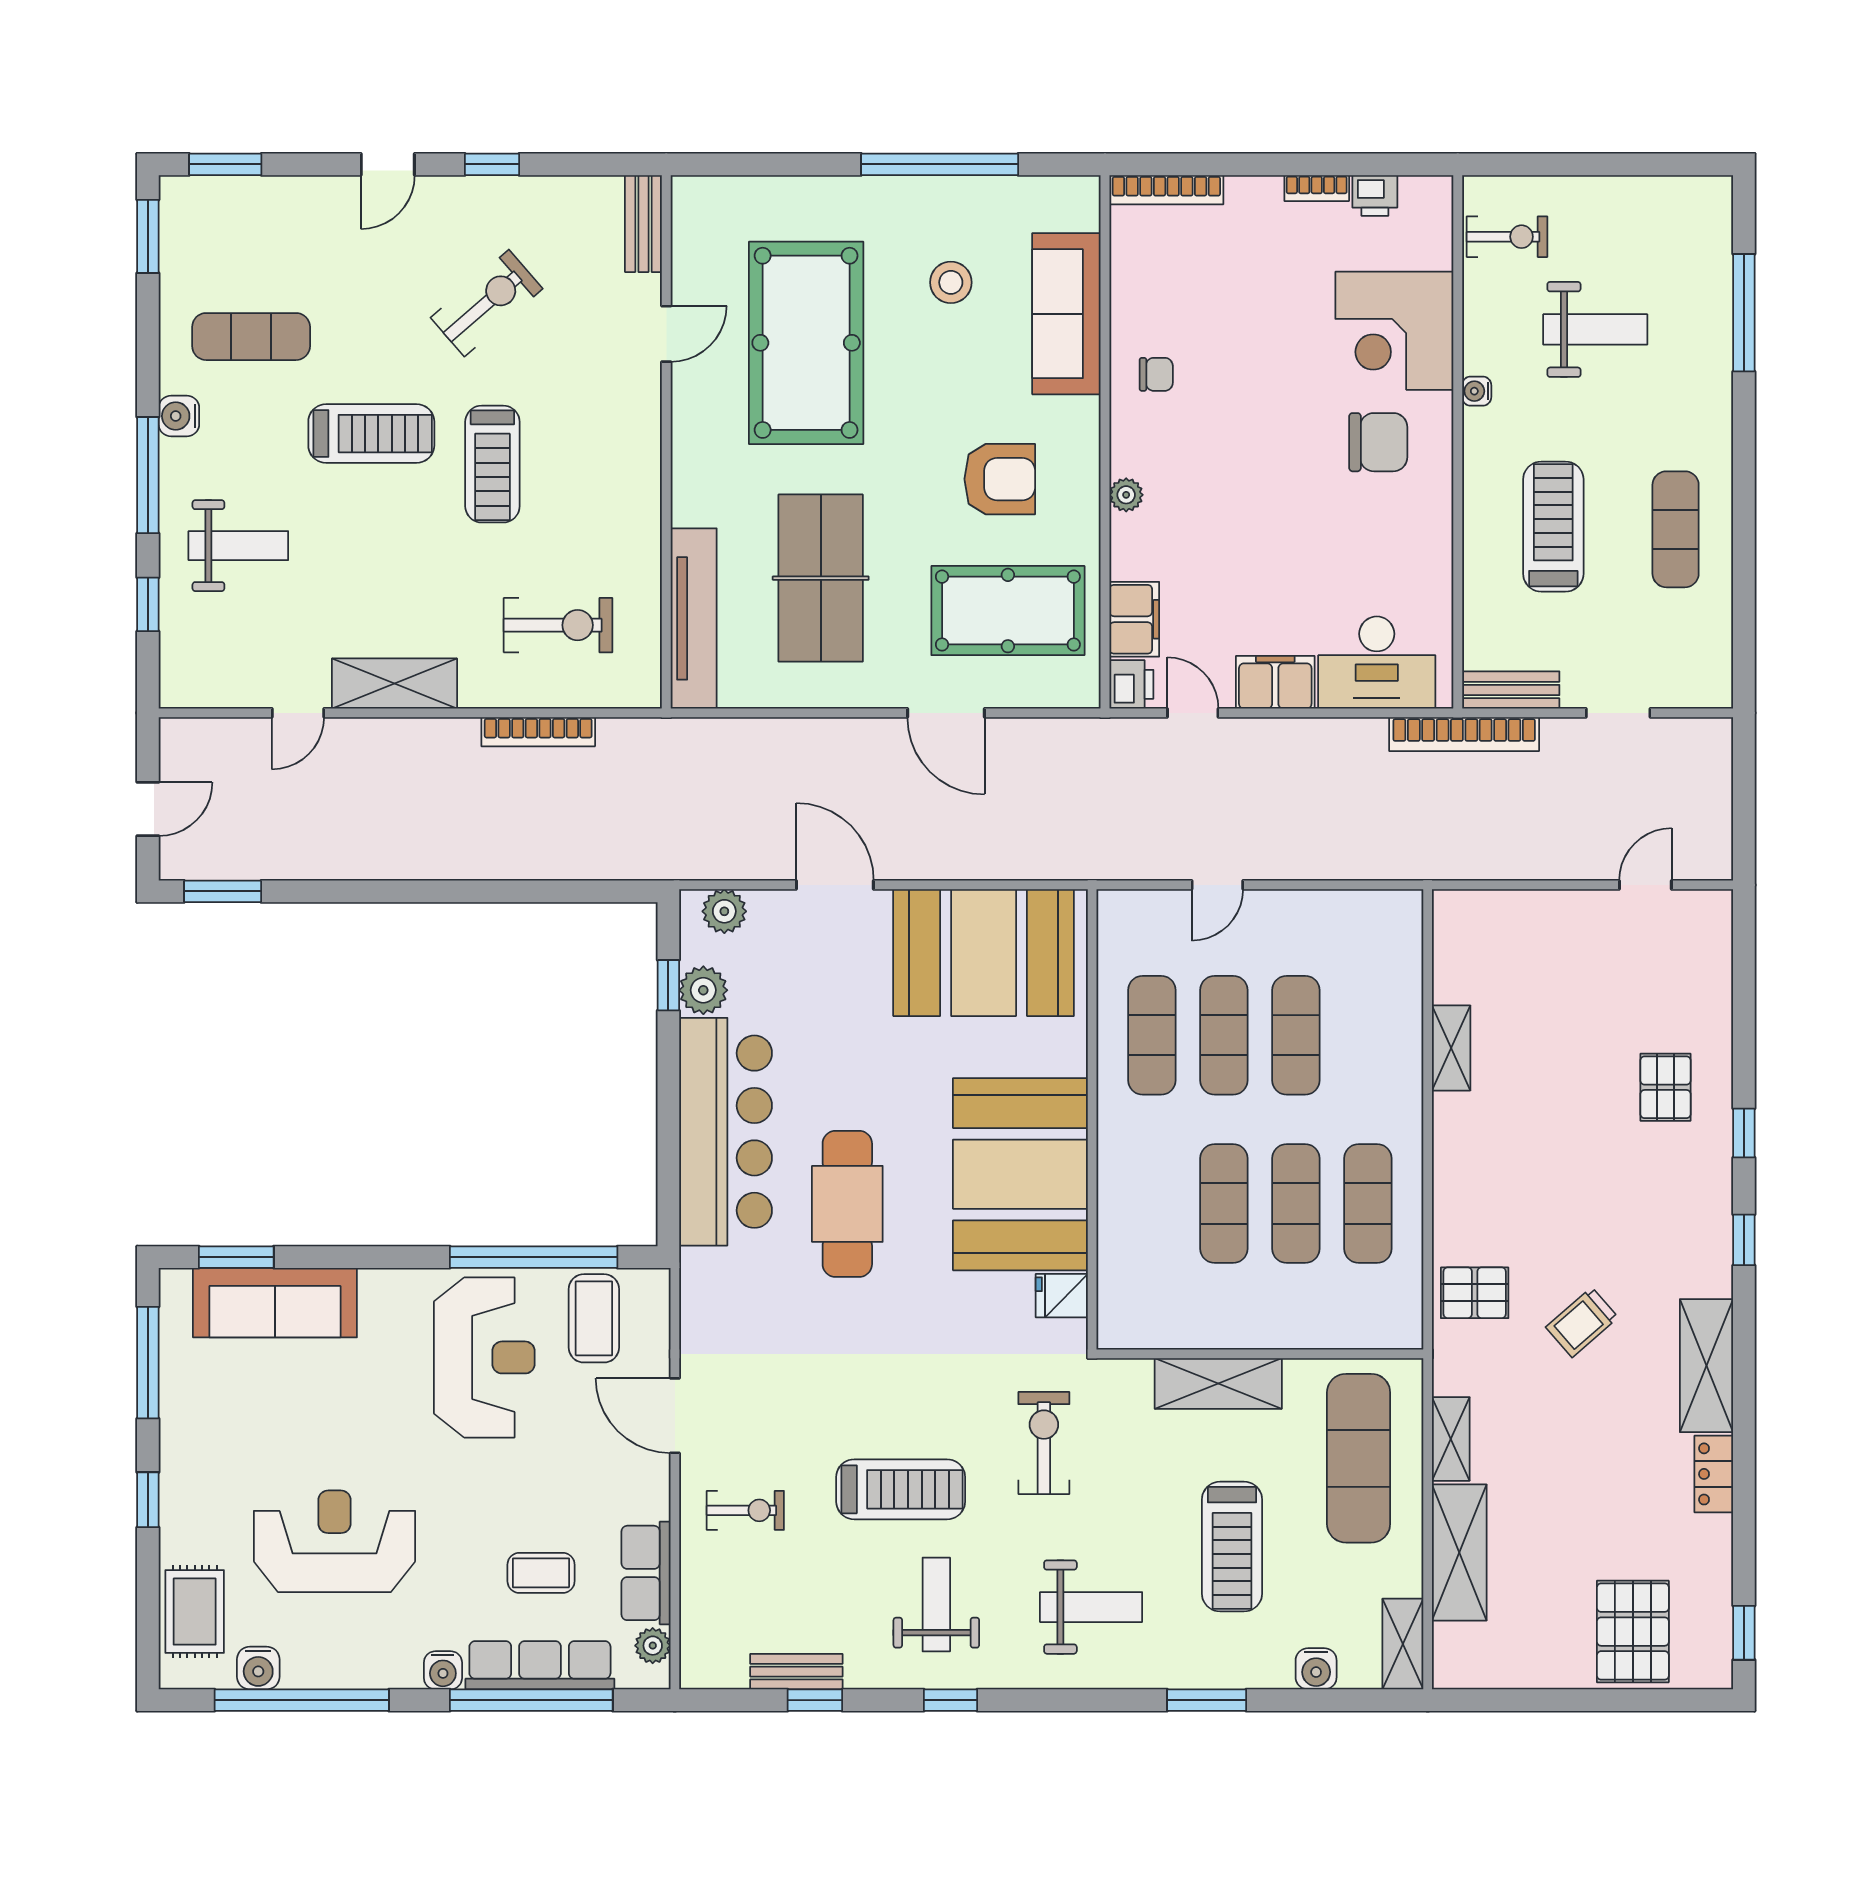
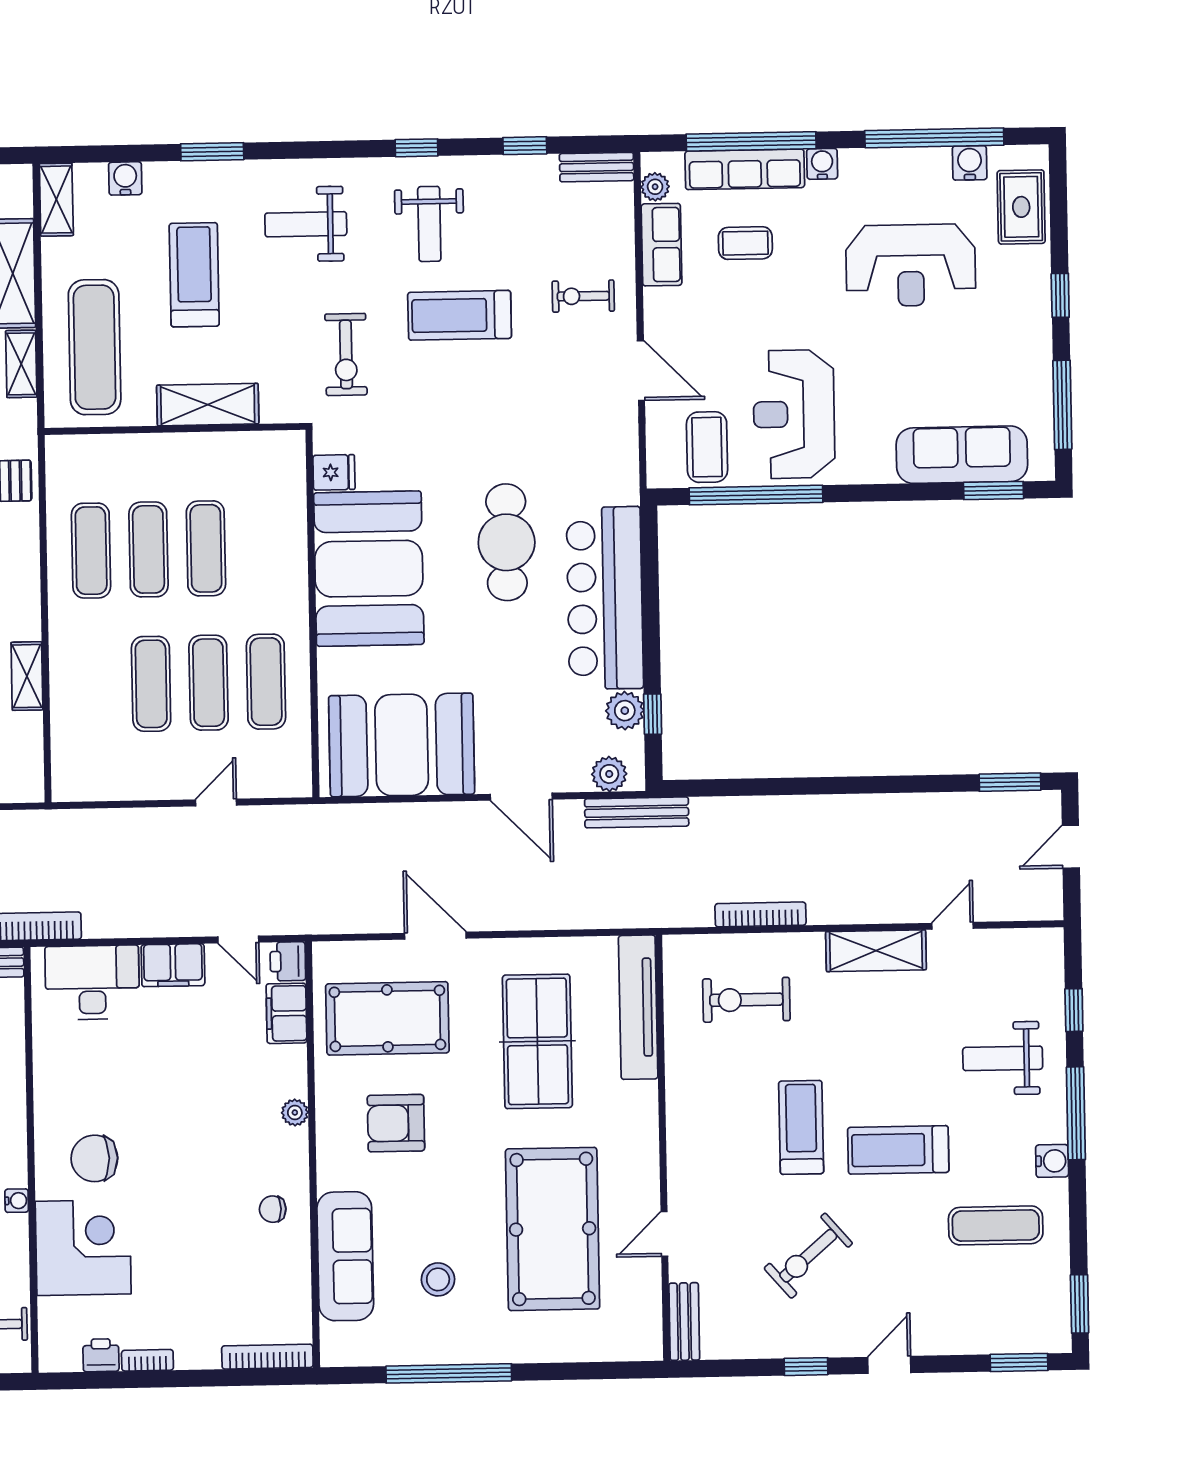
bench: (691, 862) -> (637, 812), added
bench: (796, 1672) -> (597, 167), moved

